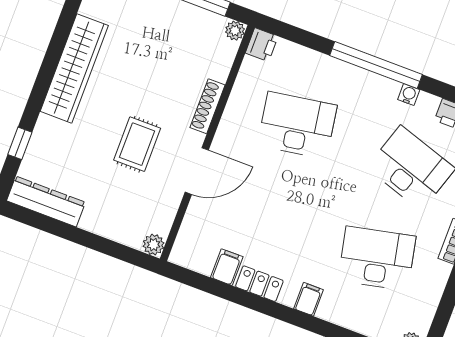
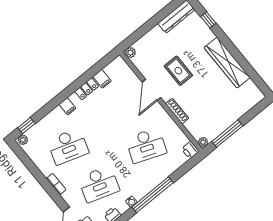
desk: (297, 125) -> (146, 145), turned 30
desk: (377, 258) -> (68, 146), turned 30

